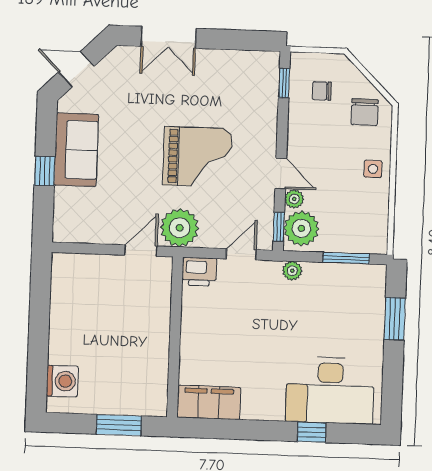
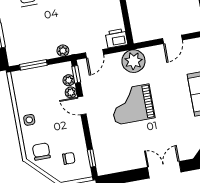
plant: (301, 228) -> (69, 80), width x0.53, depth x0.53
door: (141, 251) -> (172, 39), moved

